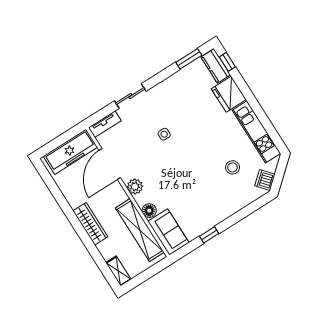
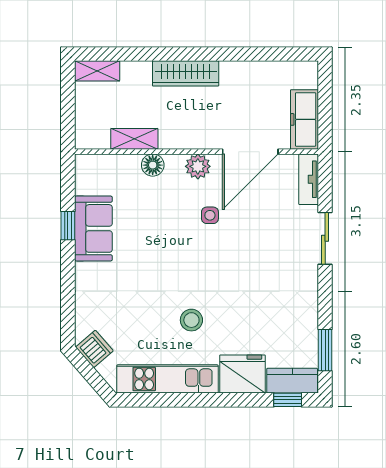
side table: (164, 134) -> (210, 215), moved
freezer: (70, 152) -> (304, 119), width x0.73, depth x0.79
door: (110, 164) -> (250, 152), swing flipped
stool: (232, 167) -> (191, 320), moved
shelving: (140, 230) -> (134, 139), width x0.45, depth x0.75
sofa: (168, 232) -> (93, 228), moved, turned -90

